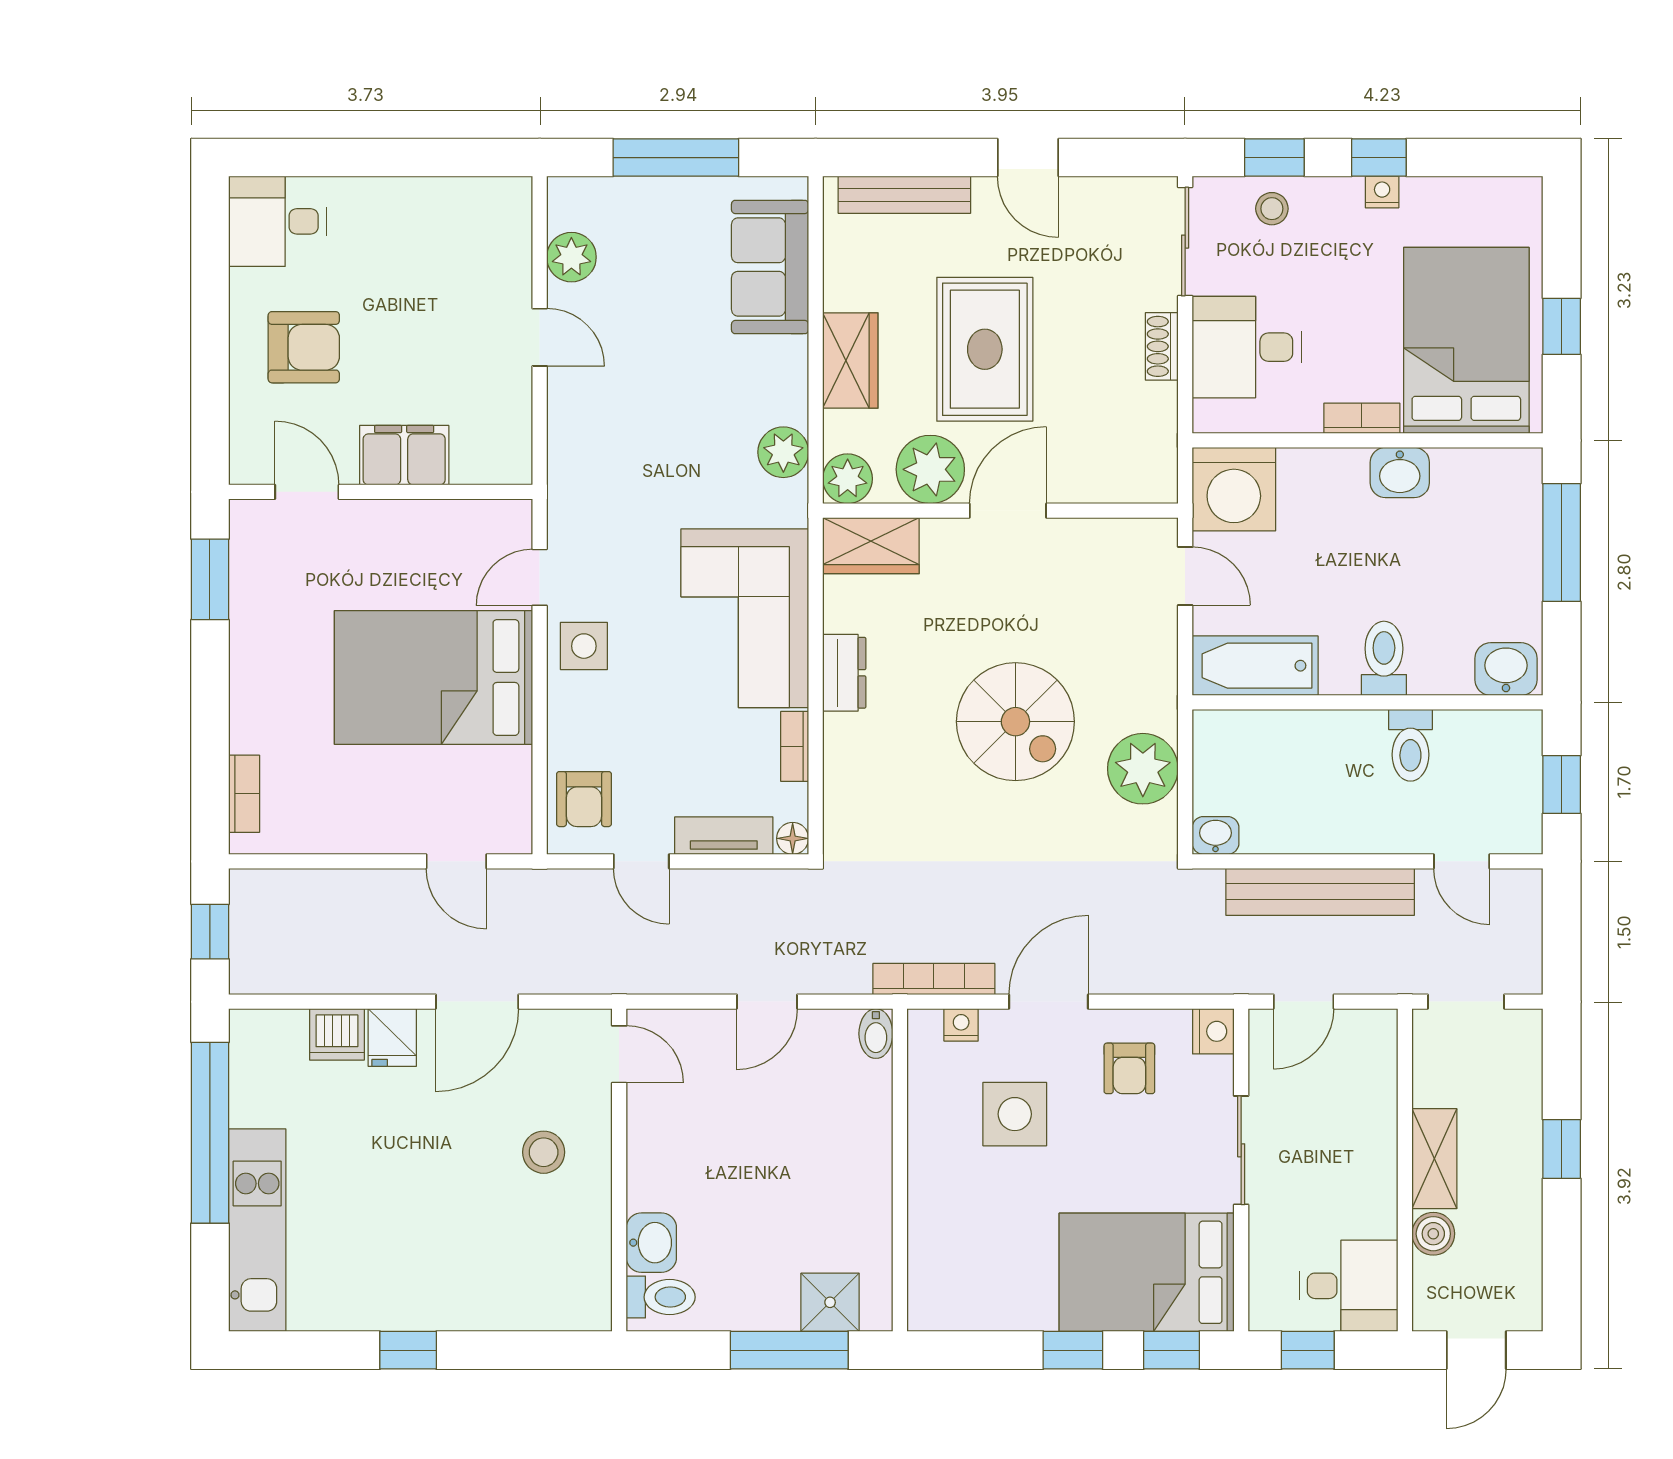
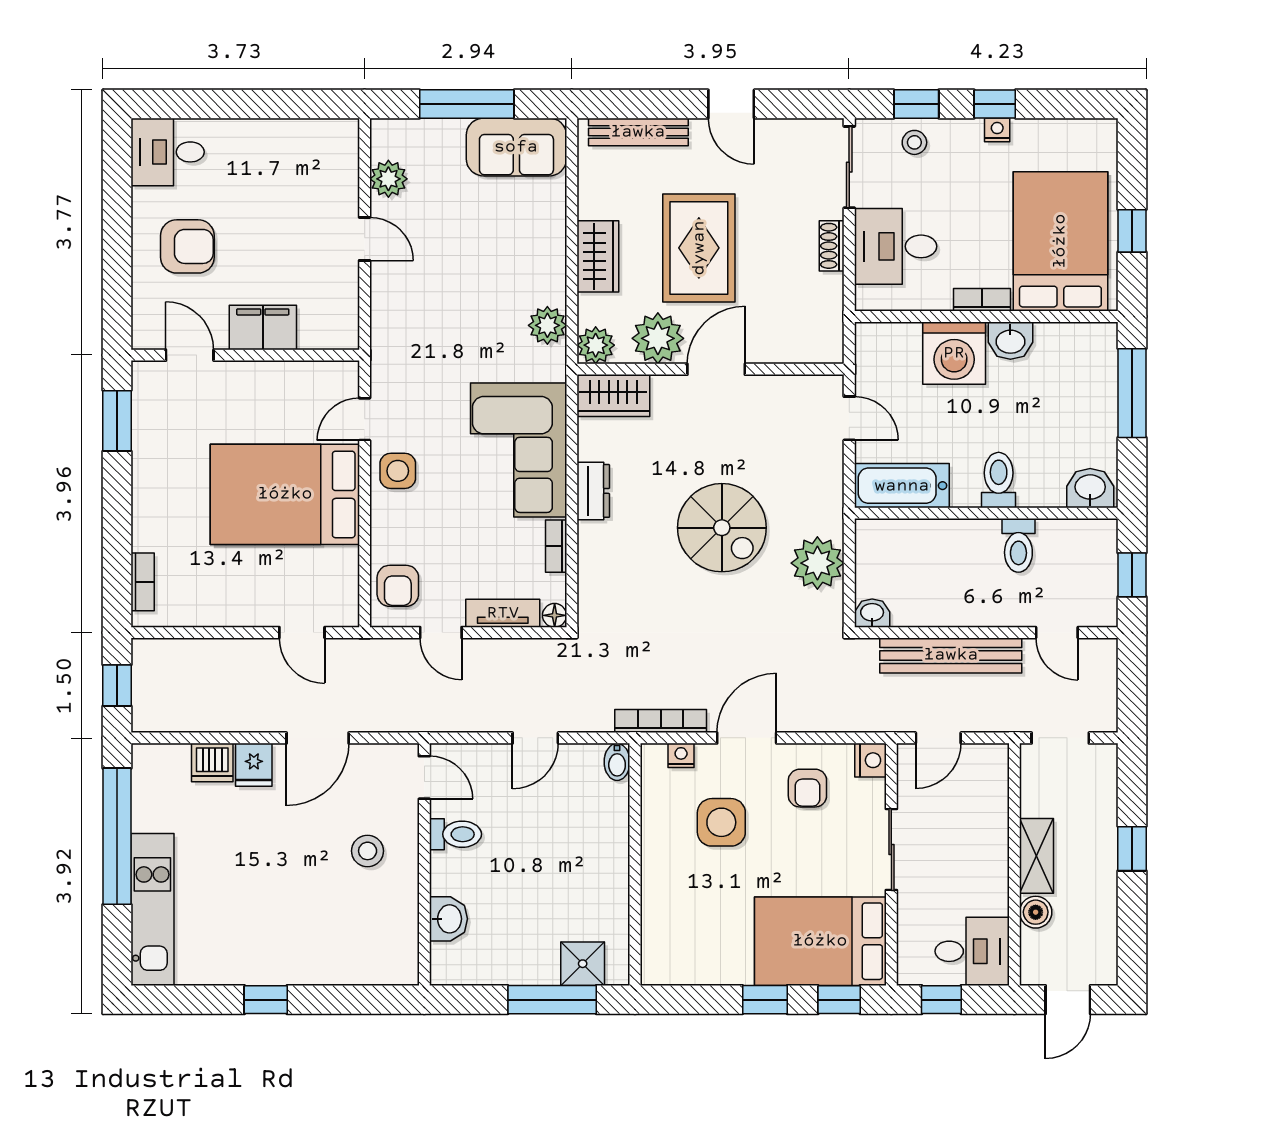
sofa: (770, 267) -> (516, 147), moved, turned -90
washing machine: (1234, 489) -> (954, 353), moved
toilet: (661, 1297) -> (455, 834), moved

